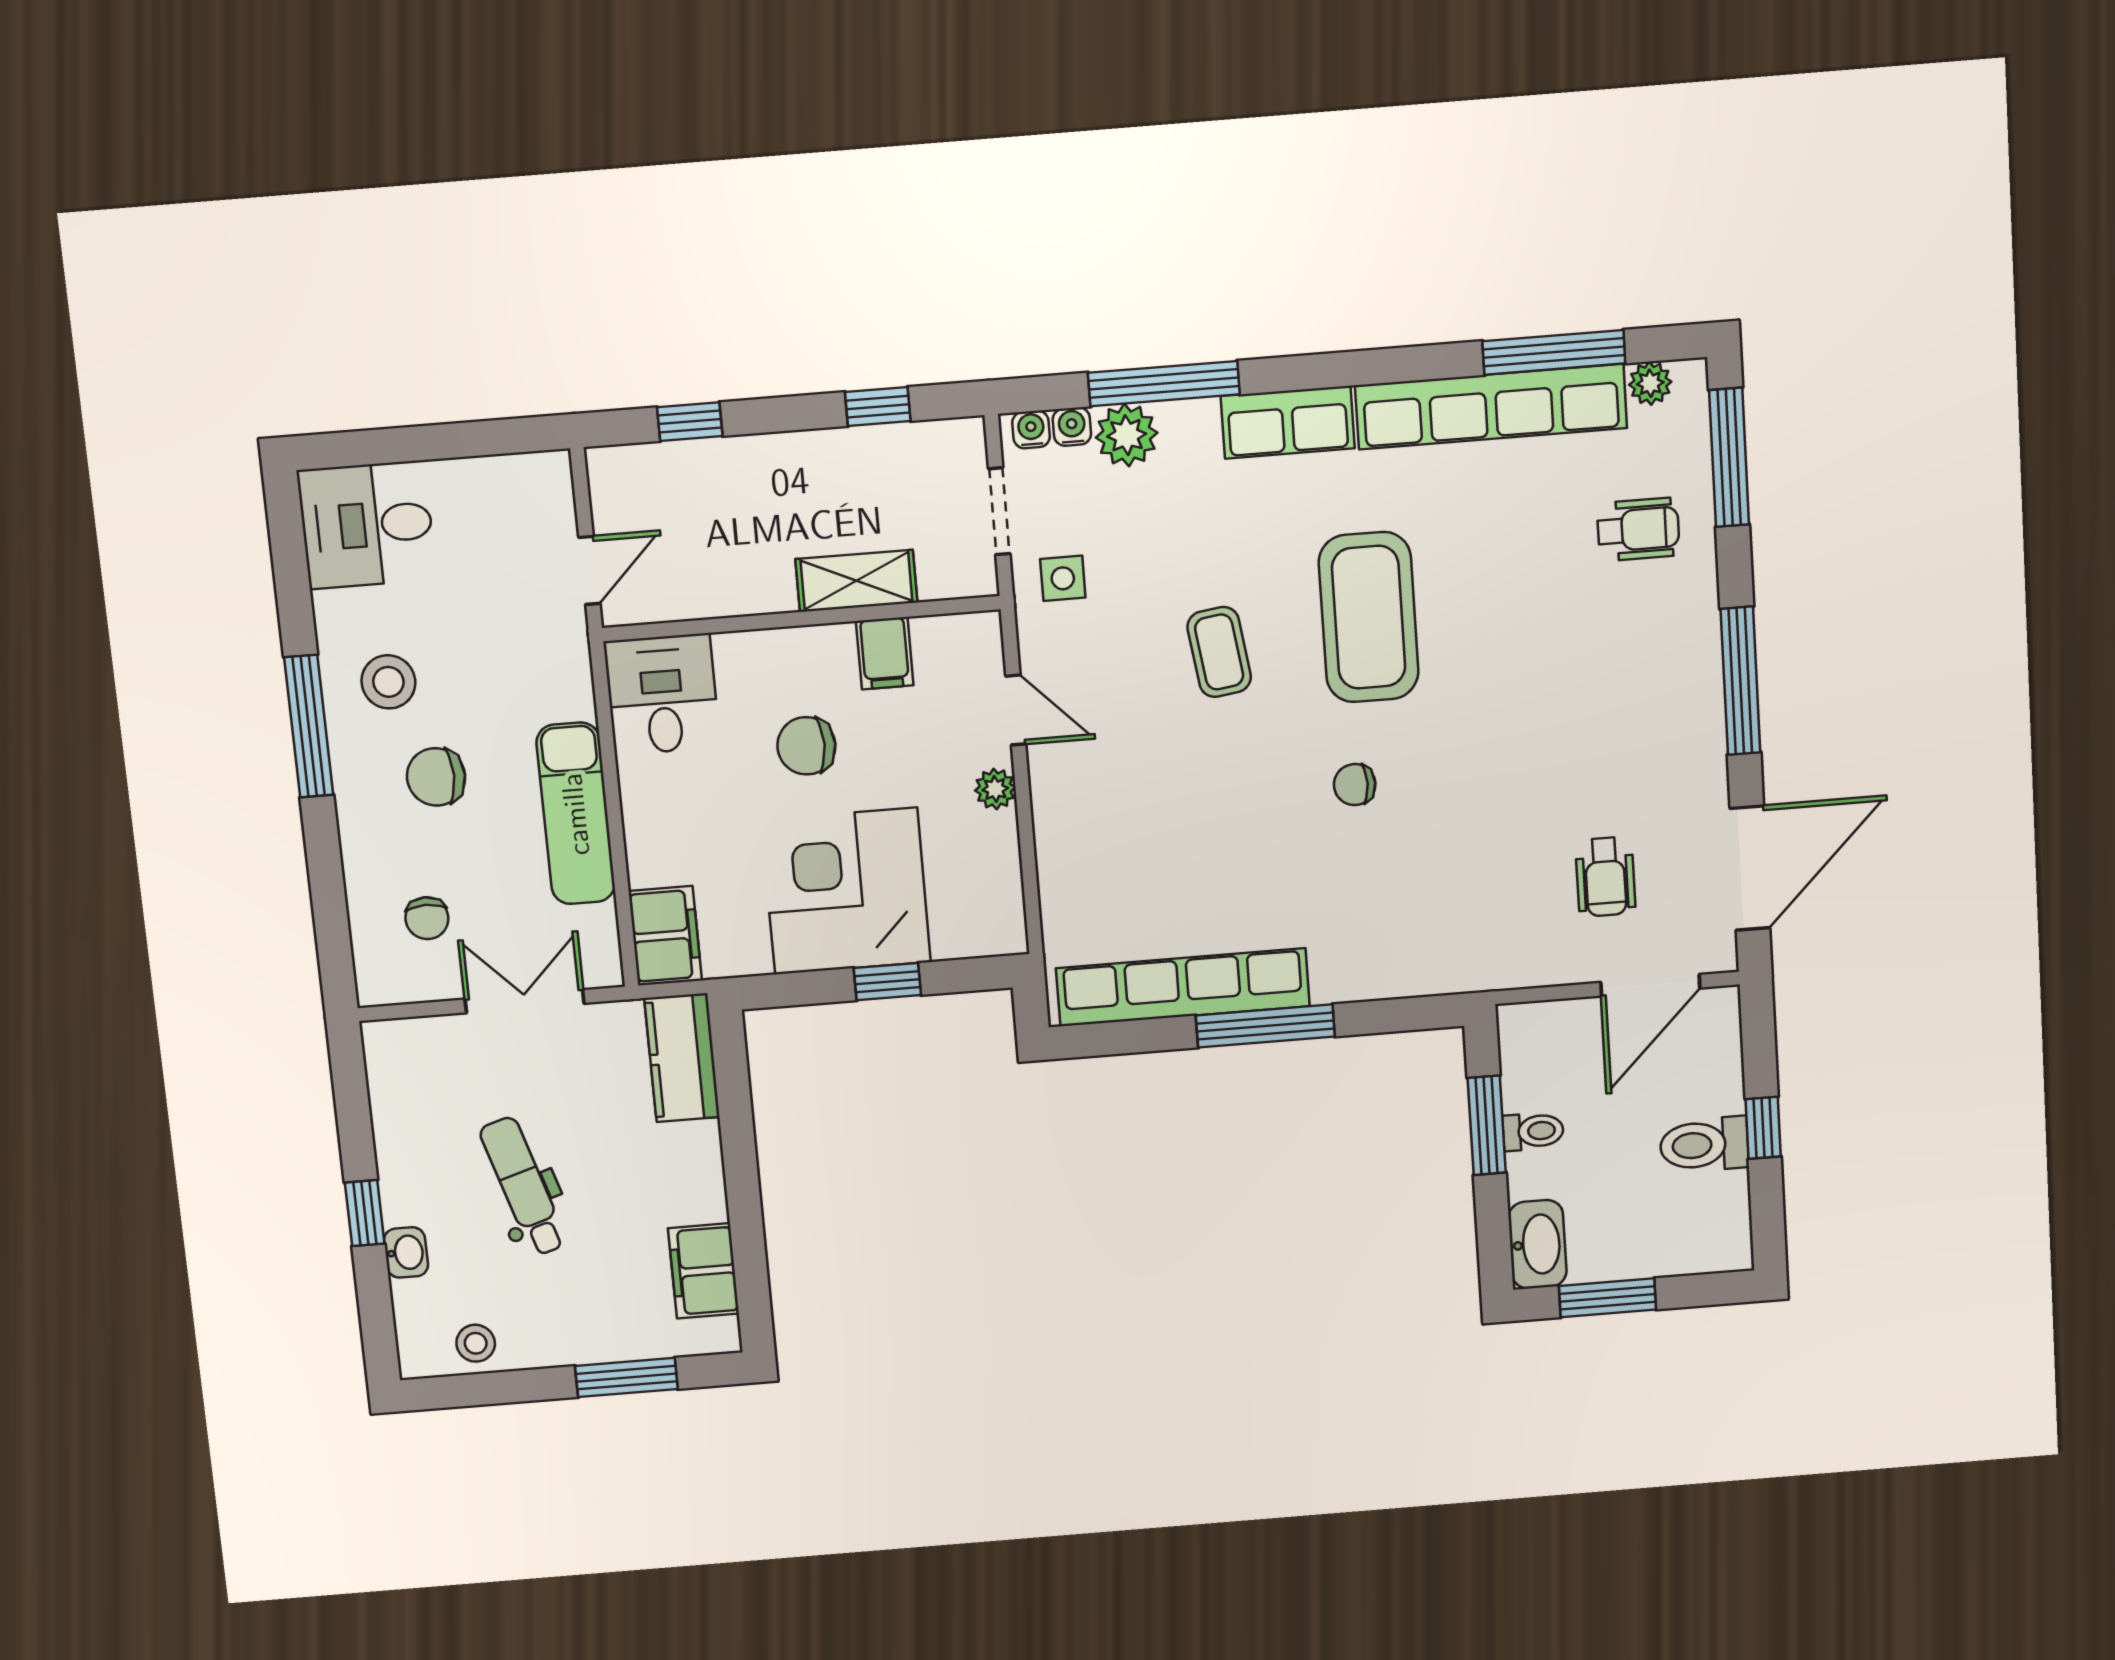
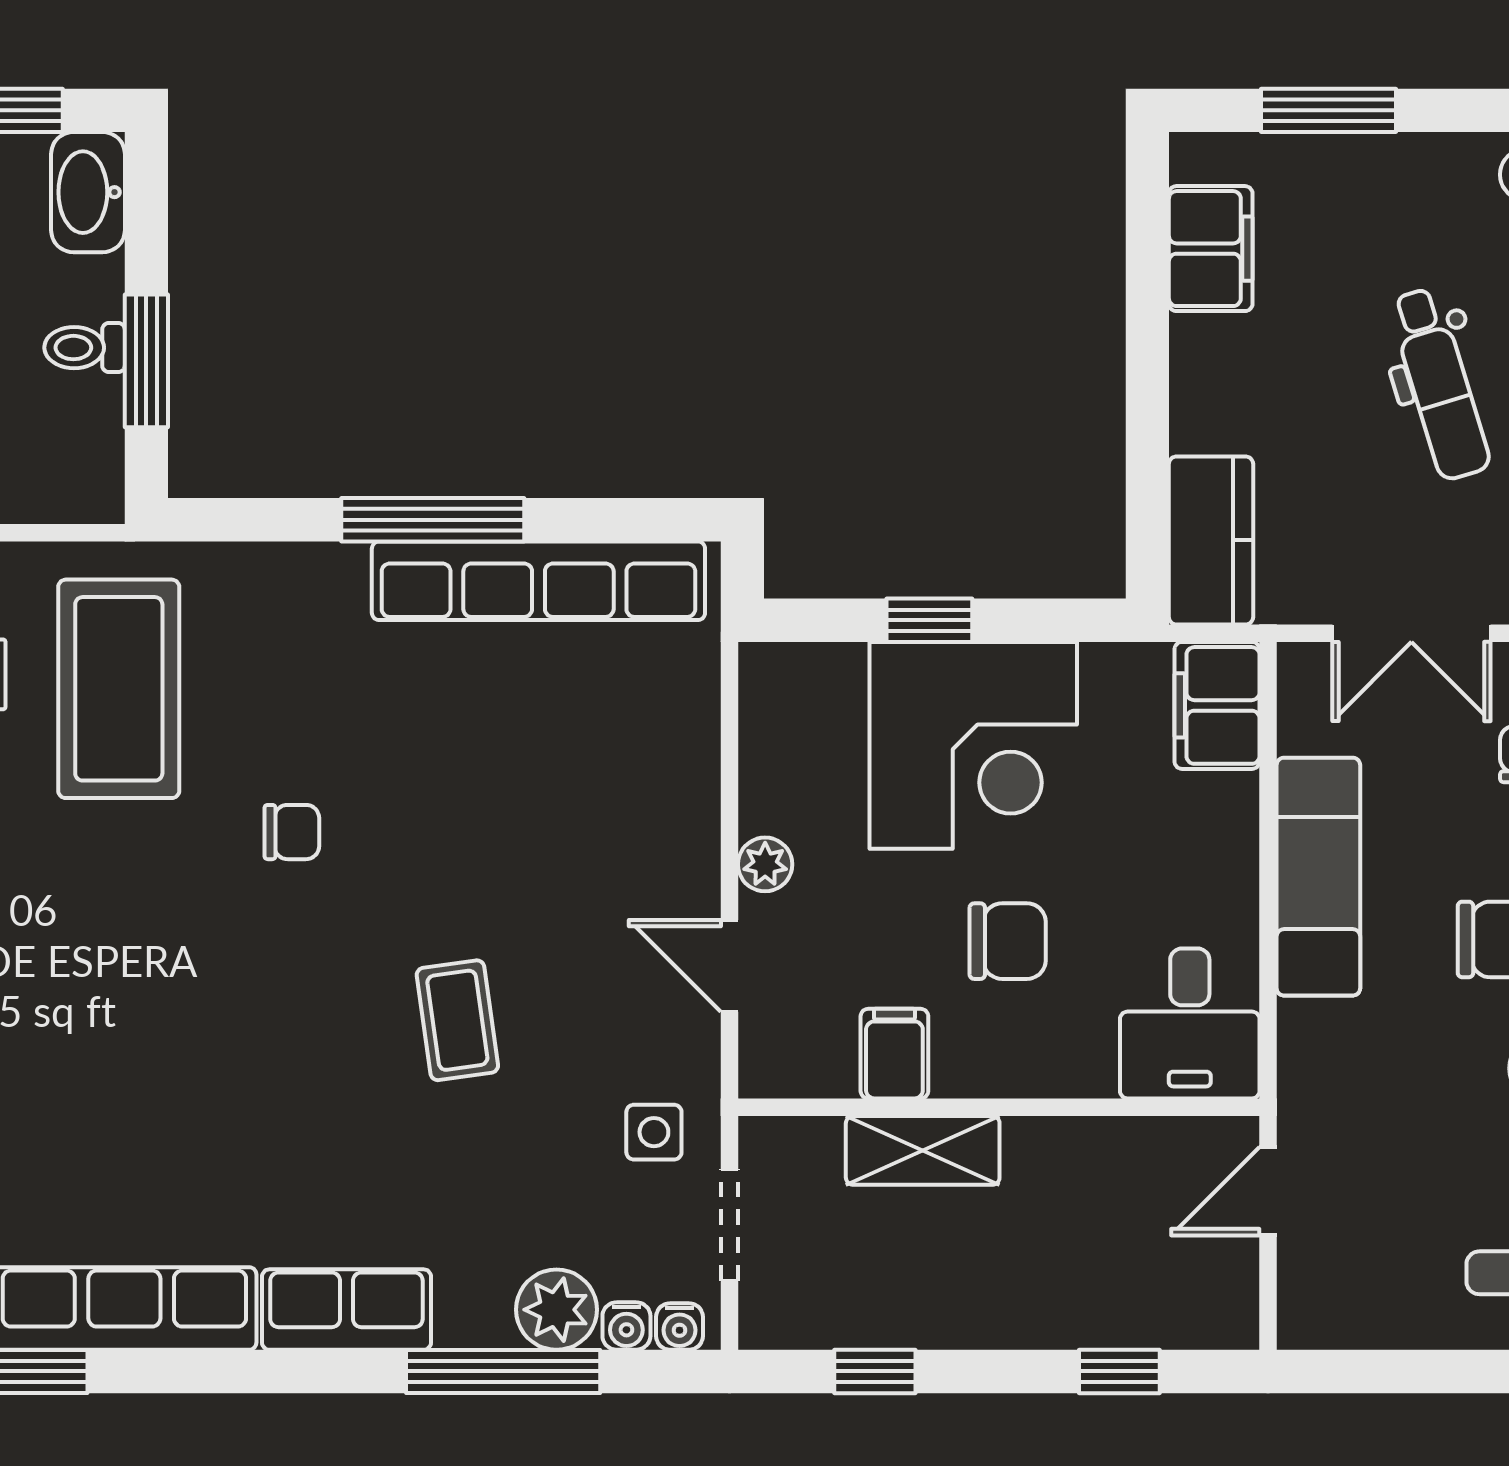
coffee table: (1369, 617) -> (119, 689), moved

